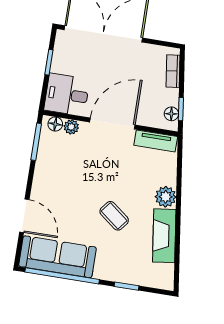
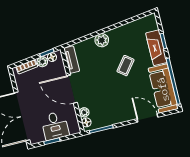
desk: (67, 95) -> (55, 126), moved
plant: (171, 97) -> (42, 62), added
door: (24, 216) -> (147, 118), hinge flipped
fireplace: (164, 236) -> (156, 48), moved, turned 98

